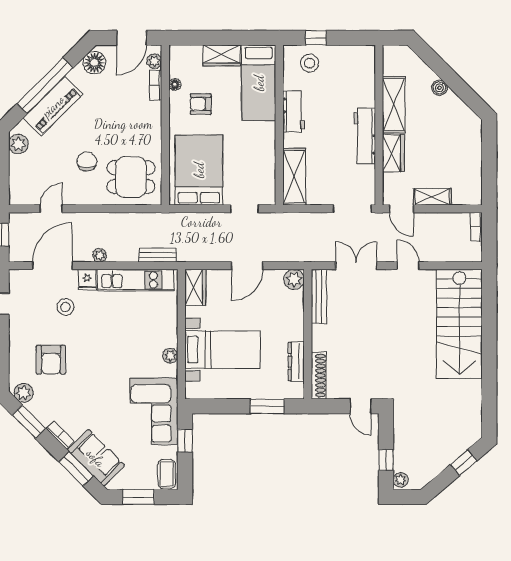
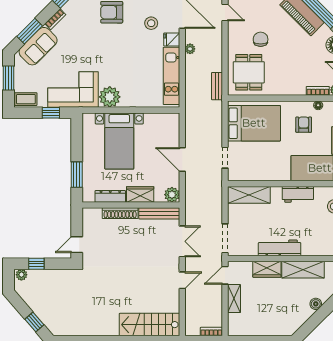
chair: (87, 161) -> (261, 39), turned -90
bench: (158, 255) -> (217, 86), moved
wardrobe: (195, 287) -> (140, 194), moved, turned 180
stairs: (459, 324) -> (149, 325), width x0.73, depth x0.66
plant: (170, 356) -> (110, 97), width x1.88, depth x1.88
shoe rack: (319, 376) -> (120, 213), moved

